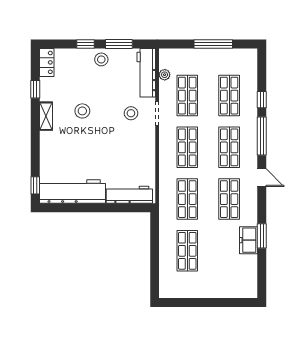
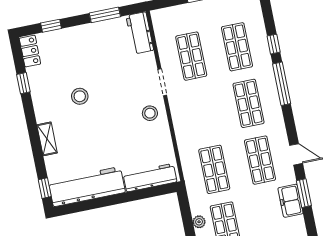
window: (86, 44) -> (51, 26), moved
stool: (101, 59) -> (89, 36), removed
workbench: (146, 73) -> (140, 33), width x0.73
plant: (165, 75) -> (199, 222), moved
stool: (131, 113) -> (150, 113), moved
shelving: (46, 116) -> (47, 139), moved
shop shelf: (187, 147) -> (203, 113), removed
door: (262, 178) -> (296, 154), moved

